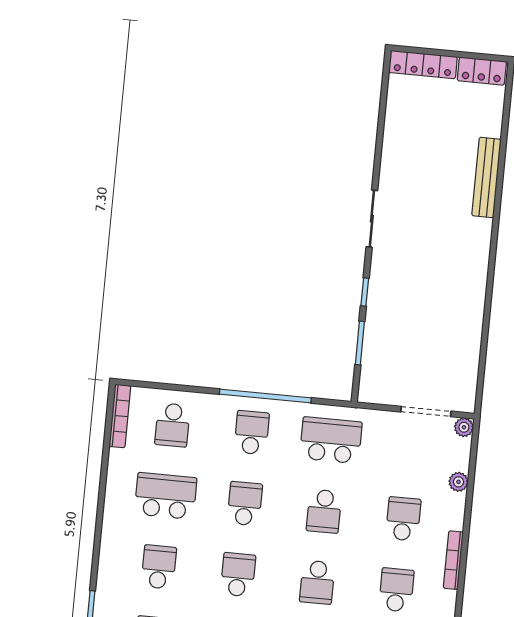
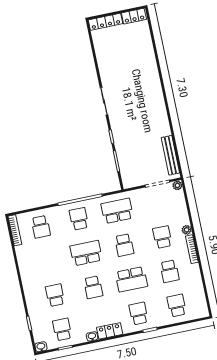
bench: (486, 177) -> (170, 155), moved
plant: (458, 482) -> (187, 230), moved
school desk: (166, 496) -> (48, 261), removed
school desk: (245, 504) -> (86, 253), width x1.85
school desk: (238, 575) -> (93, 287), turned 180
school desk: (317, 582) -> (131, 279), width x1.85
school desk: (396, 590) -> (170, 271), turned 180

